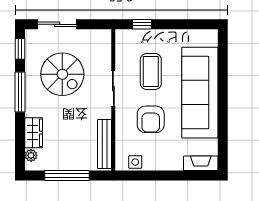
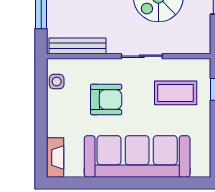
coffee table: (151, 71) -> (176, 93), moved
armchair: (151, 119) -> (106, 100), turned 180

